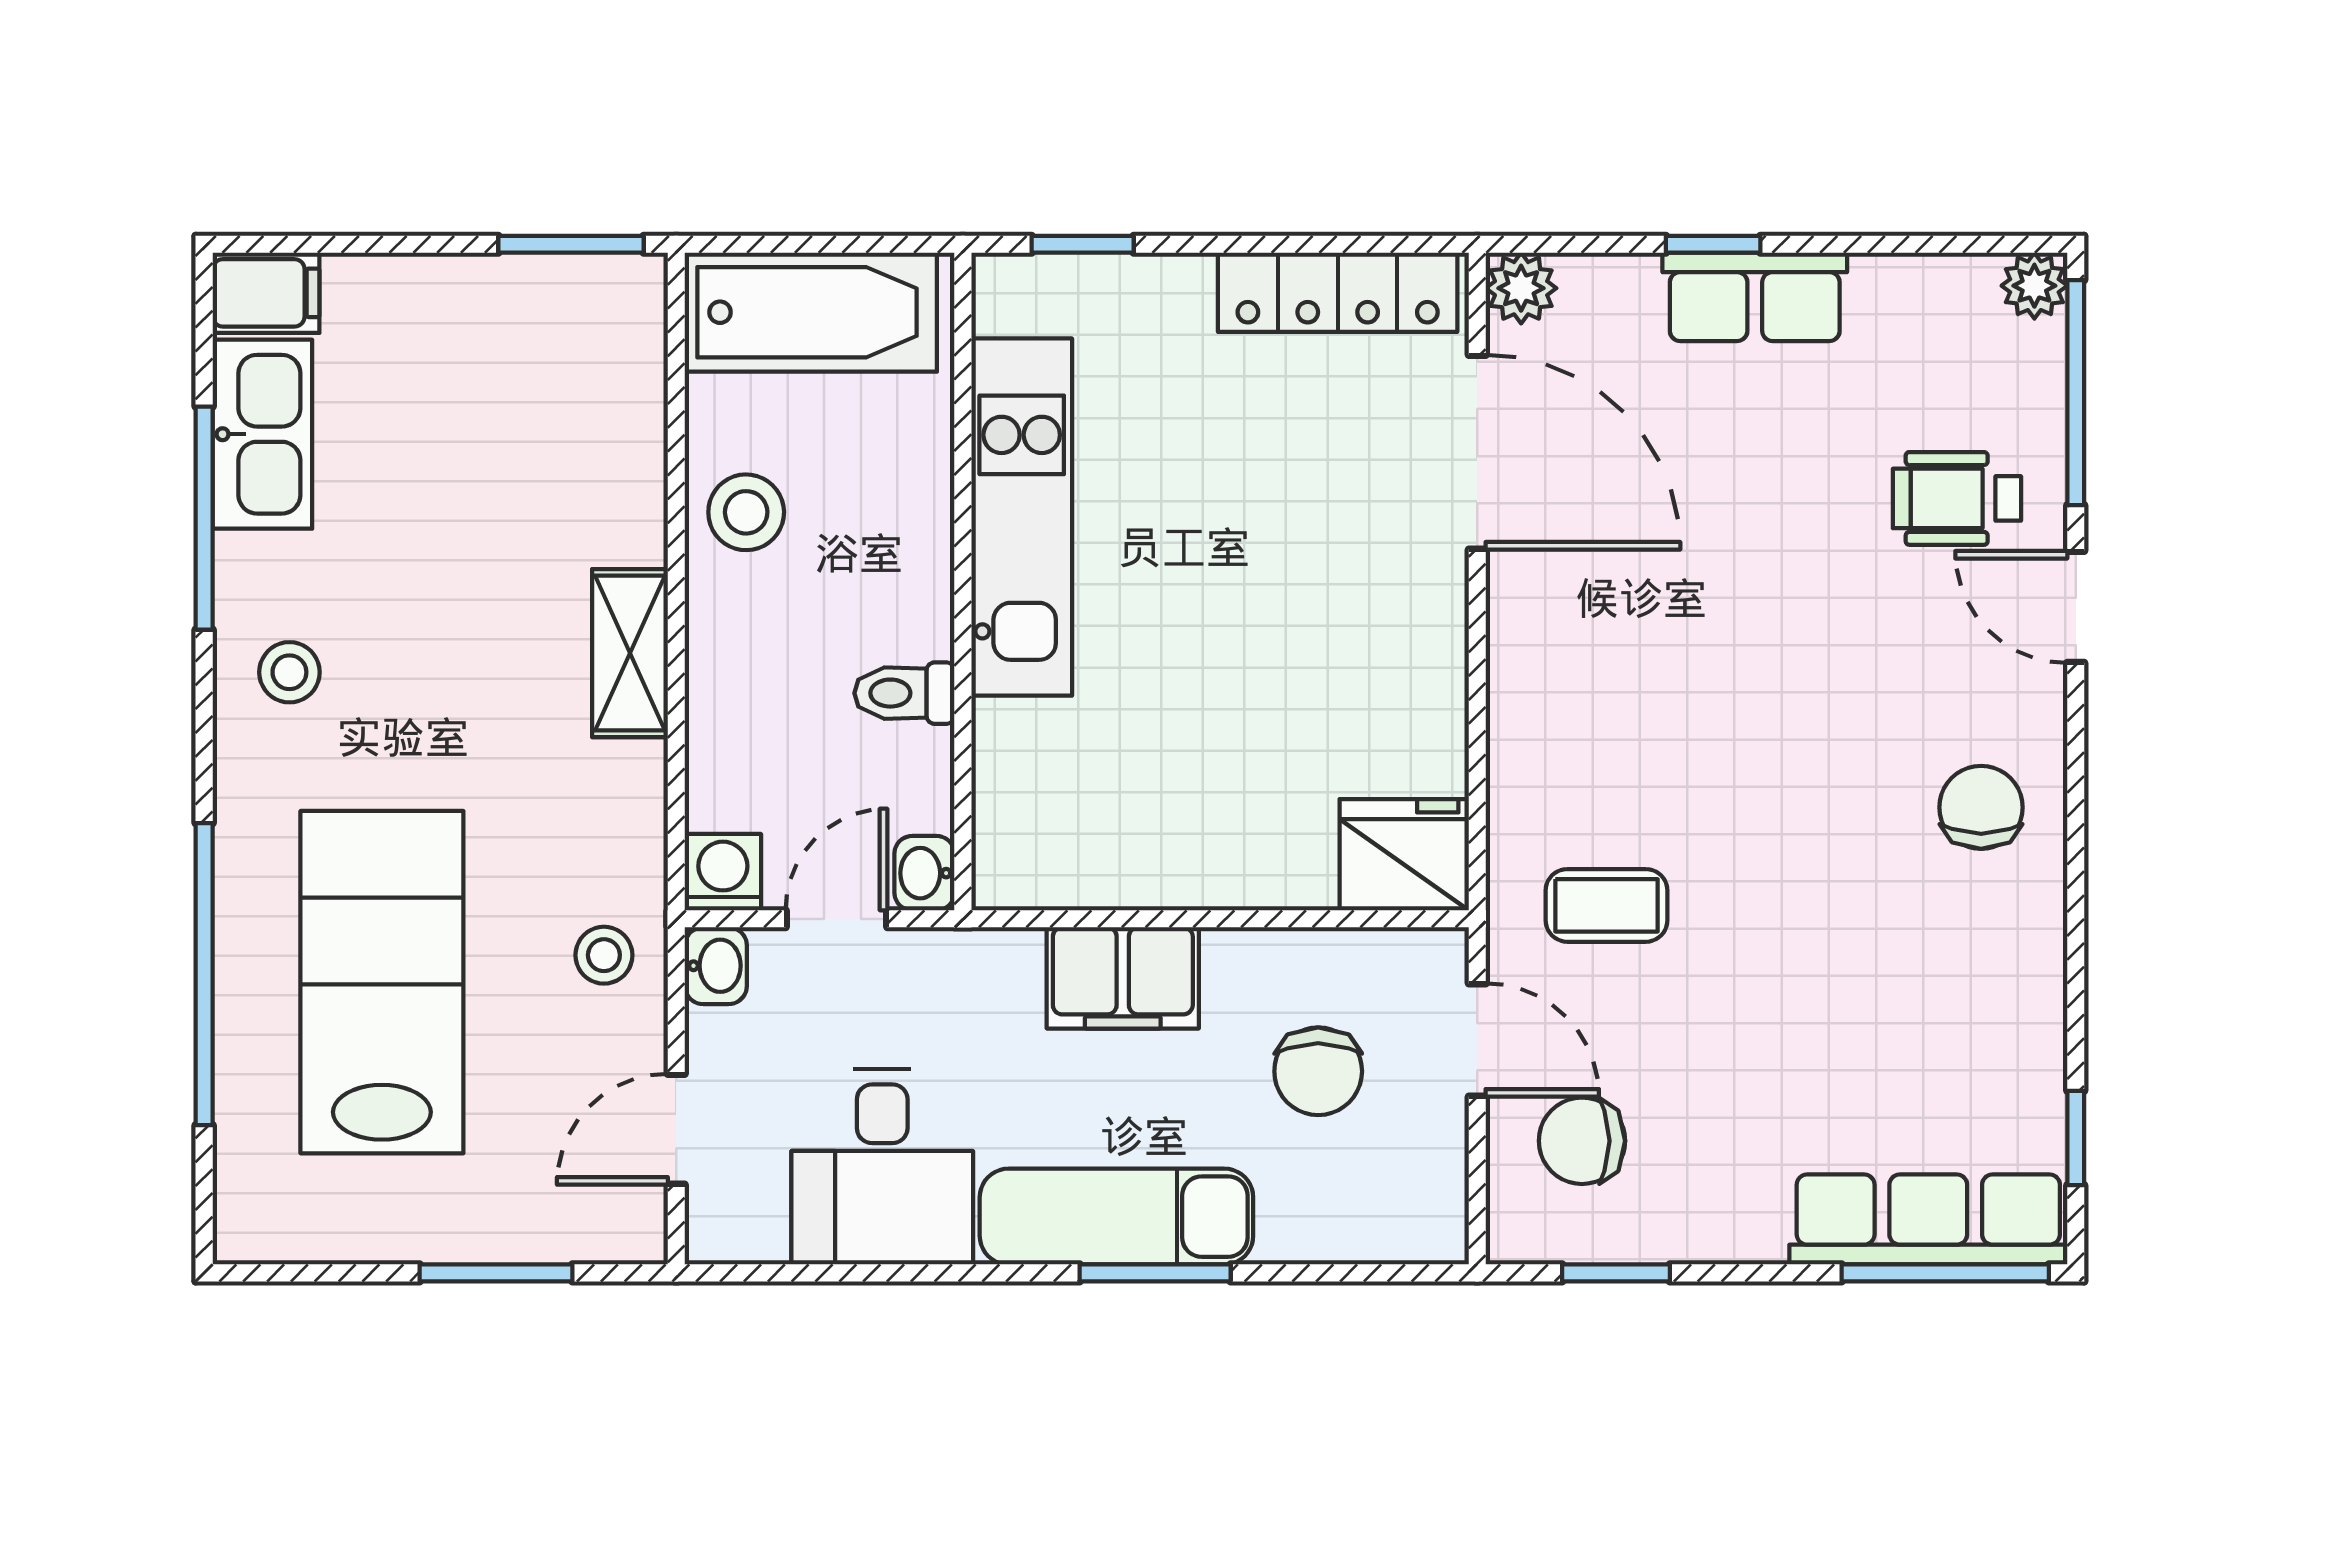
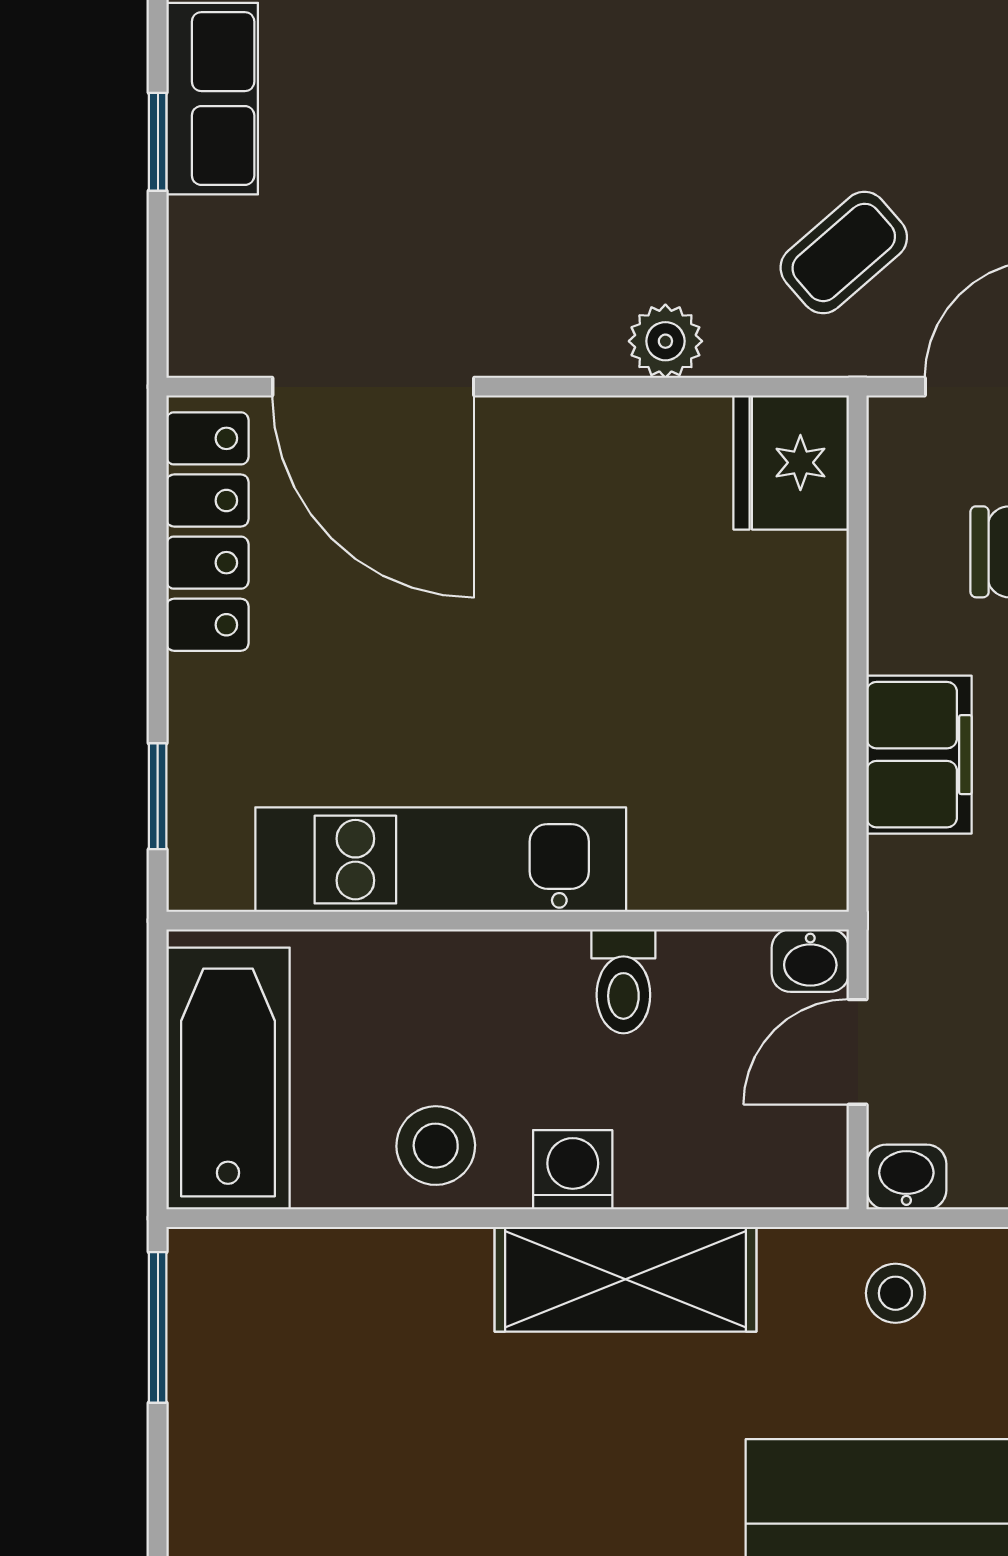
plant: (1521, 288) -> (665, 341), moved
door: (1477, 452) -> (373, 387), swing flipped
shelving: (630, 653) -> (626, 1279), width x1.50, depth x1.33
washing machine: (723, 872) -> (573, 1170), moved, turned 90
coffee table: (1607, 905) -> (844, 252), turned 49
door: (836, 919) -> (858, 1052), hinge flipped

